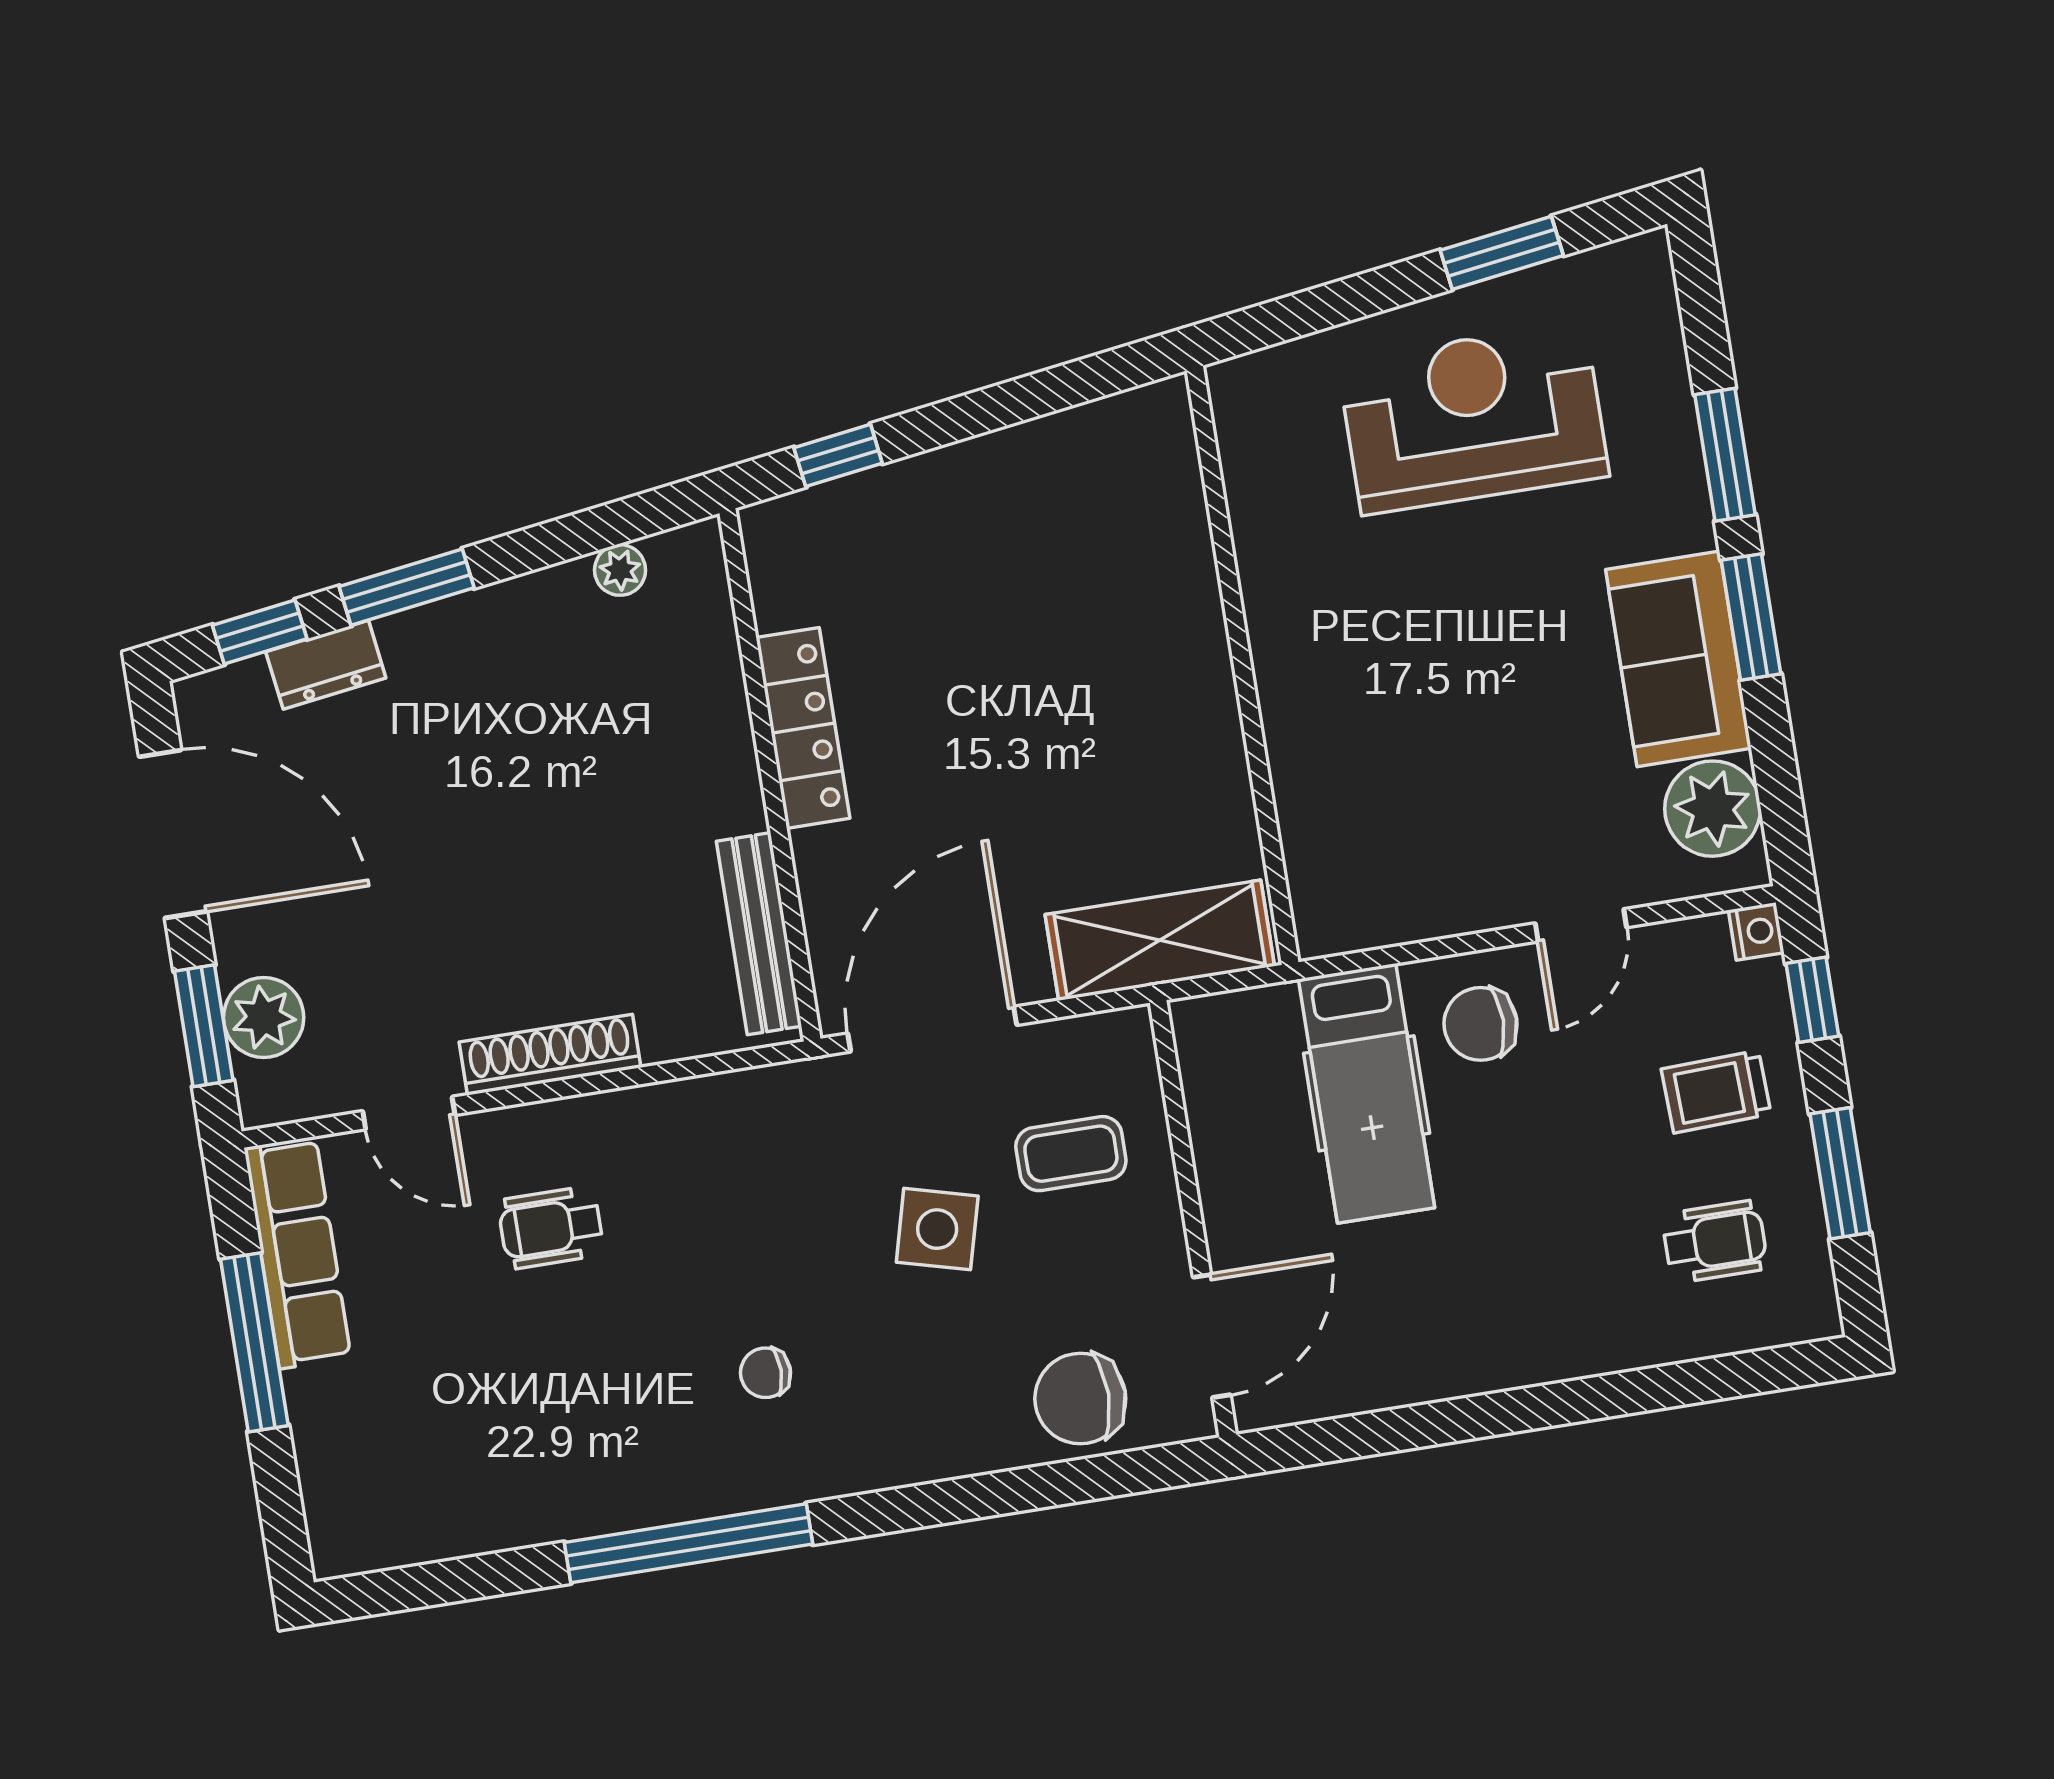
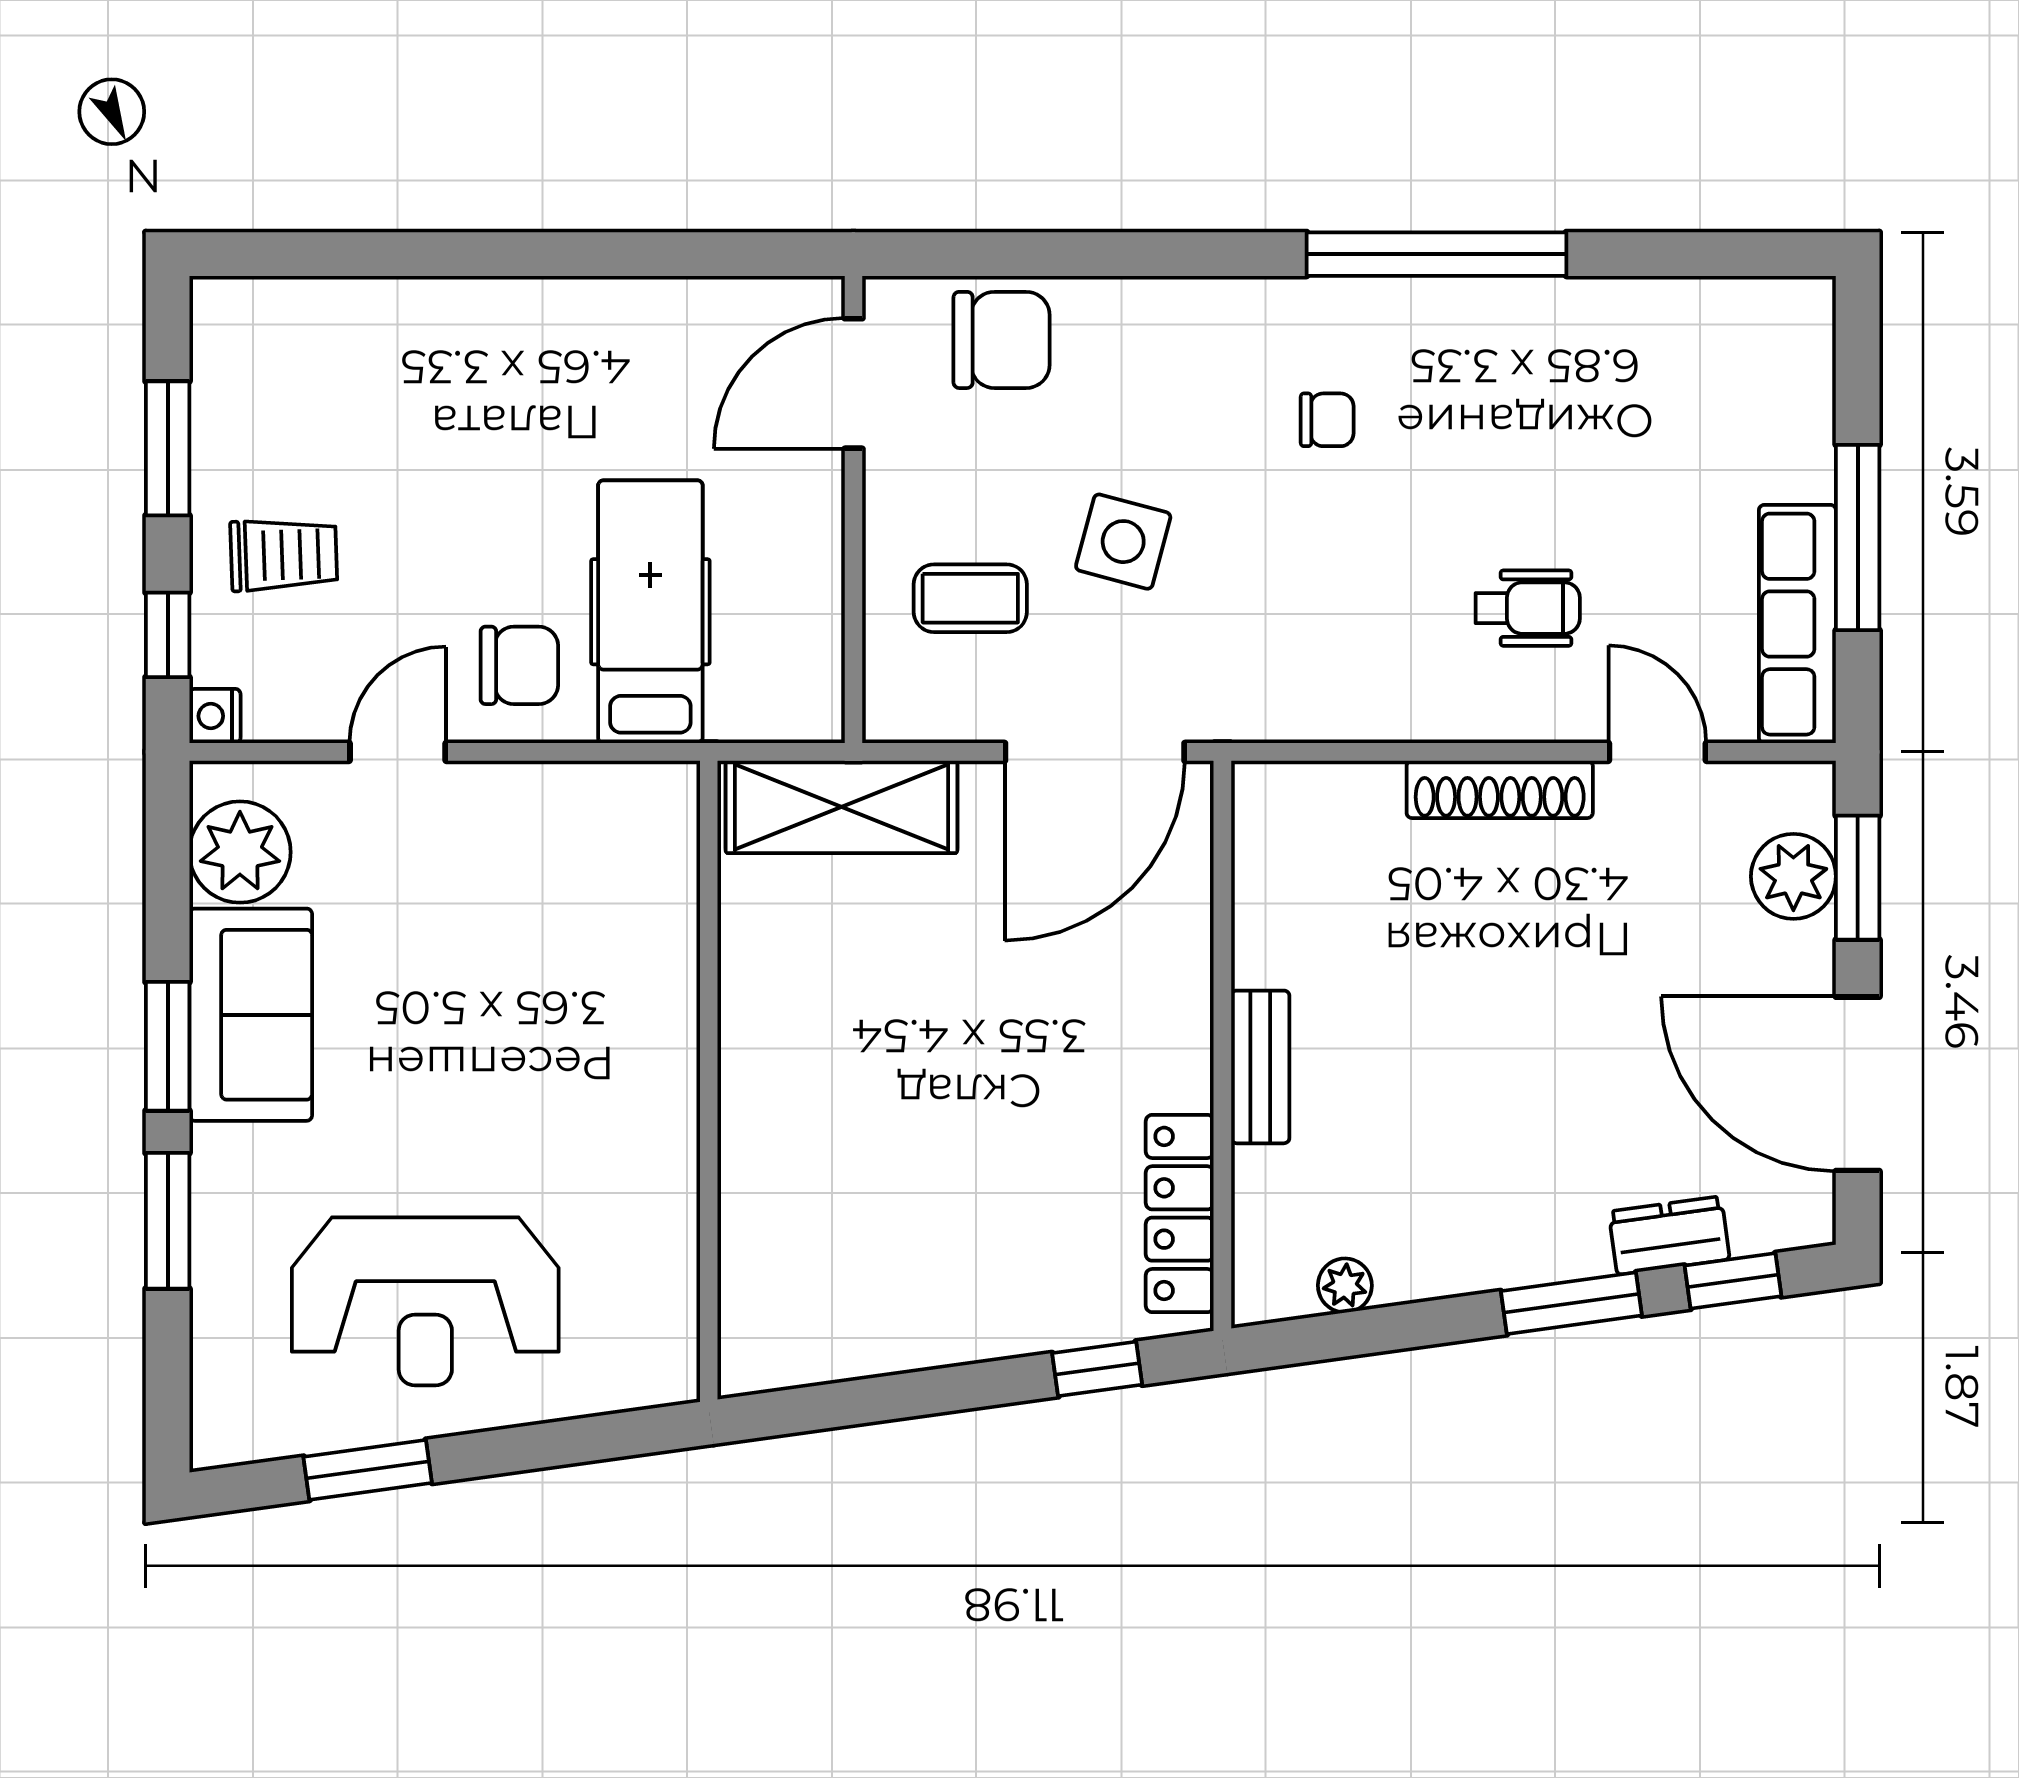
locker: (803, 728) -> (1180, 1213), moved
bench: (759, 934) -> (1260, 1067), moved, width x0.73
wheelchair: (1715, 1242) -> (310, 398), removed

